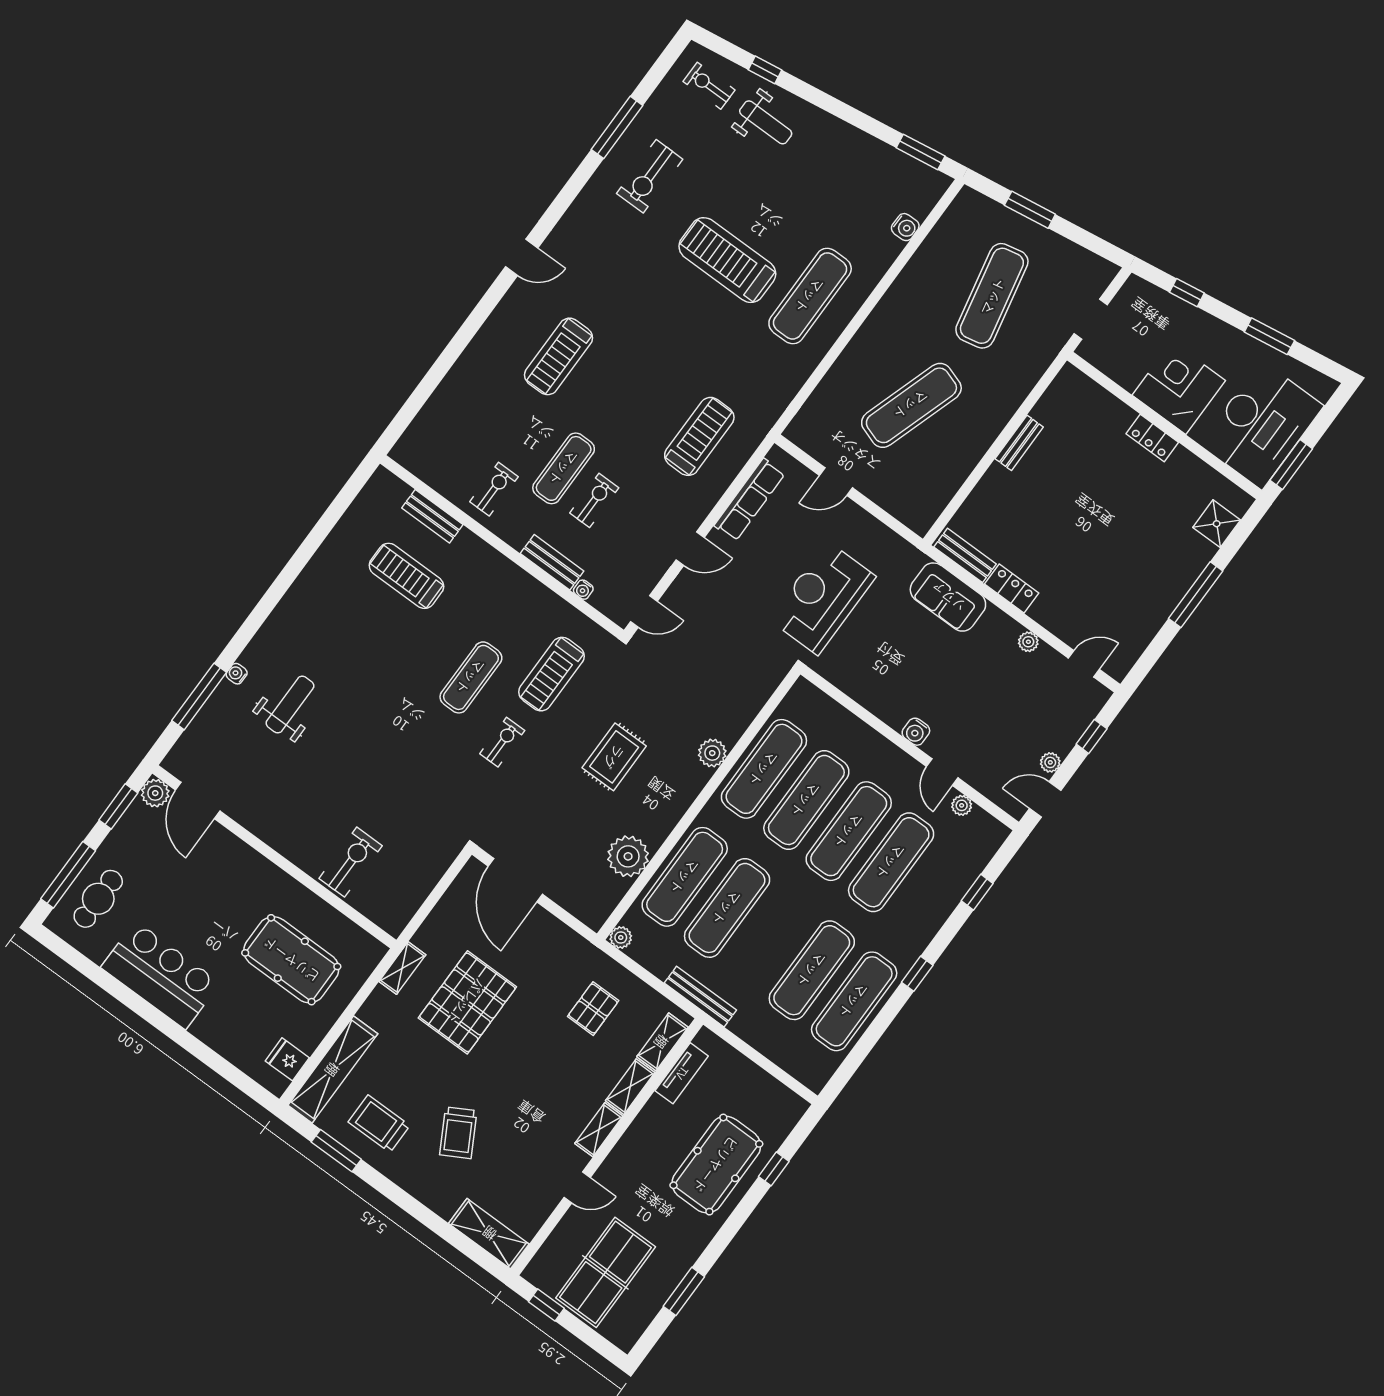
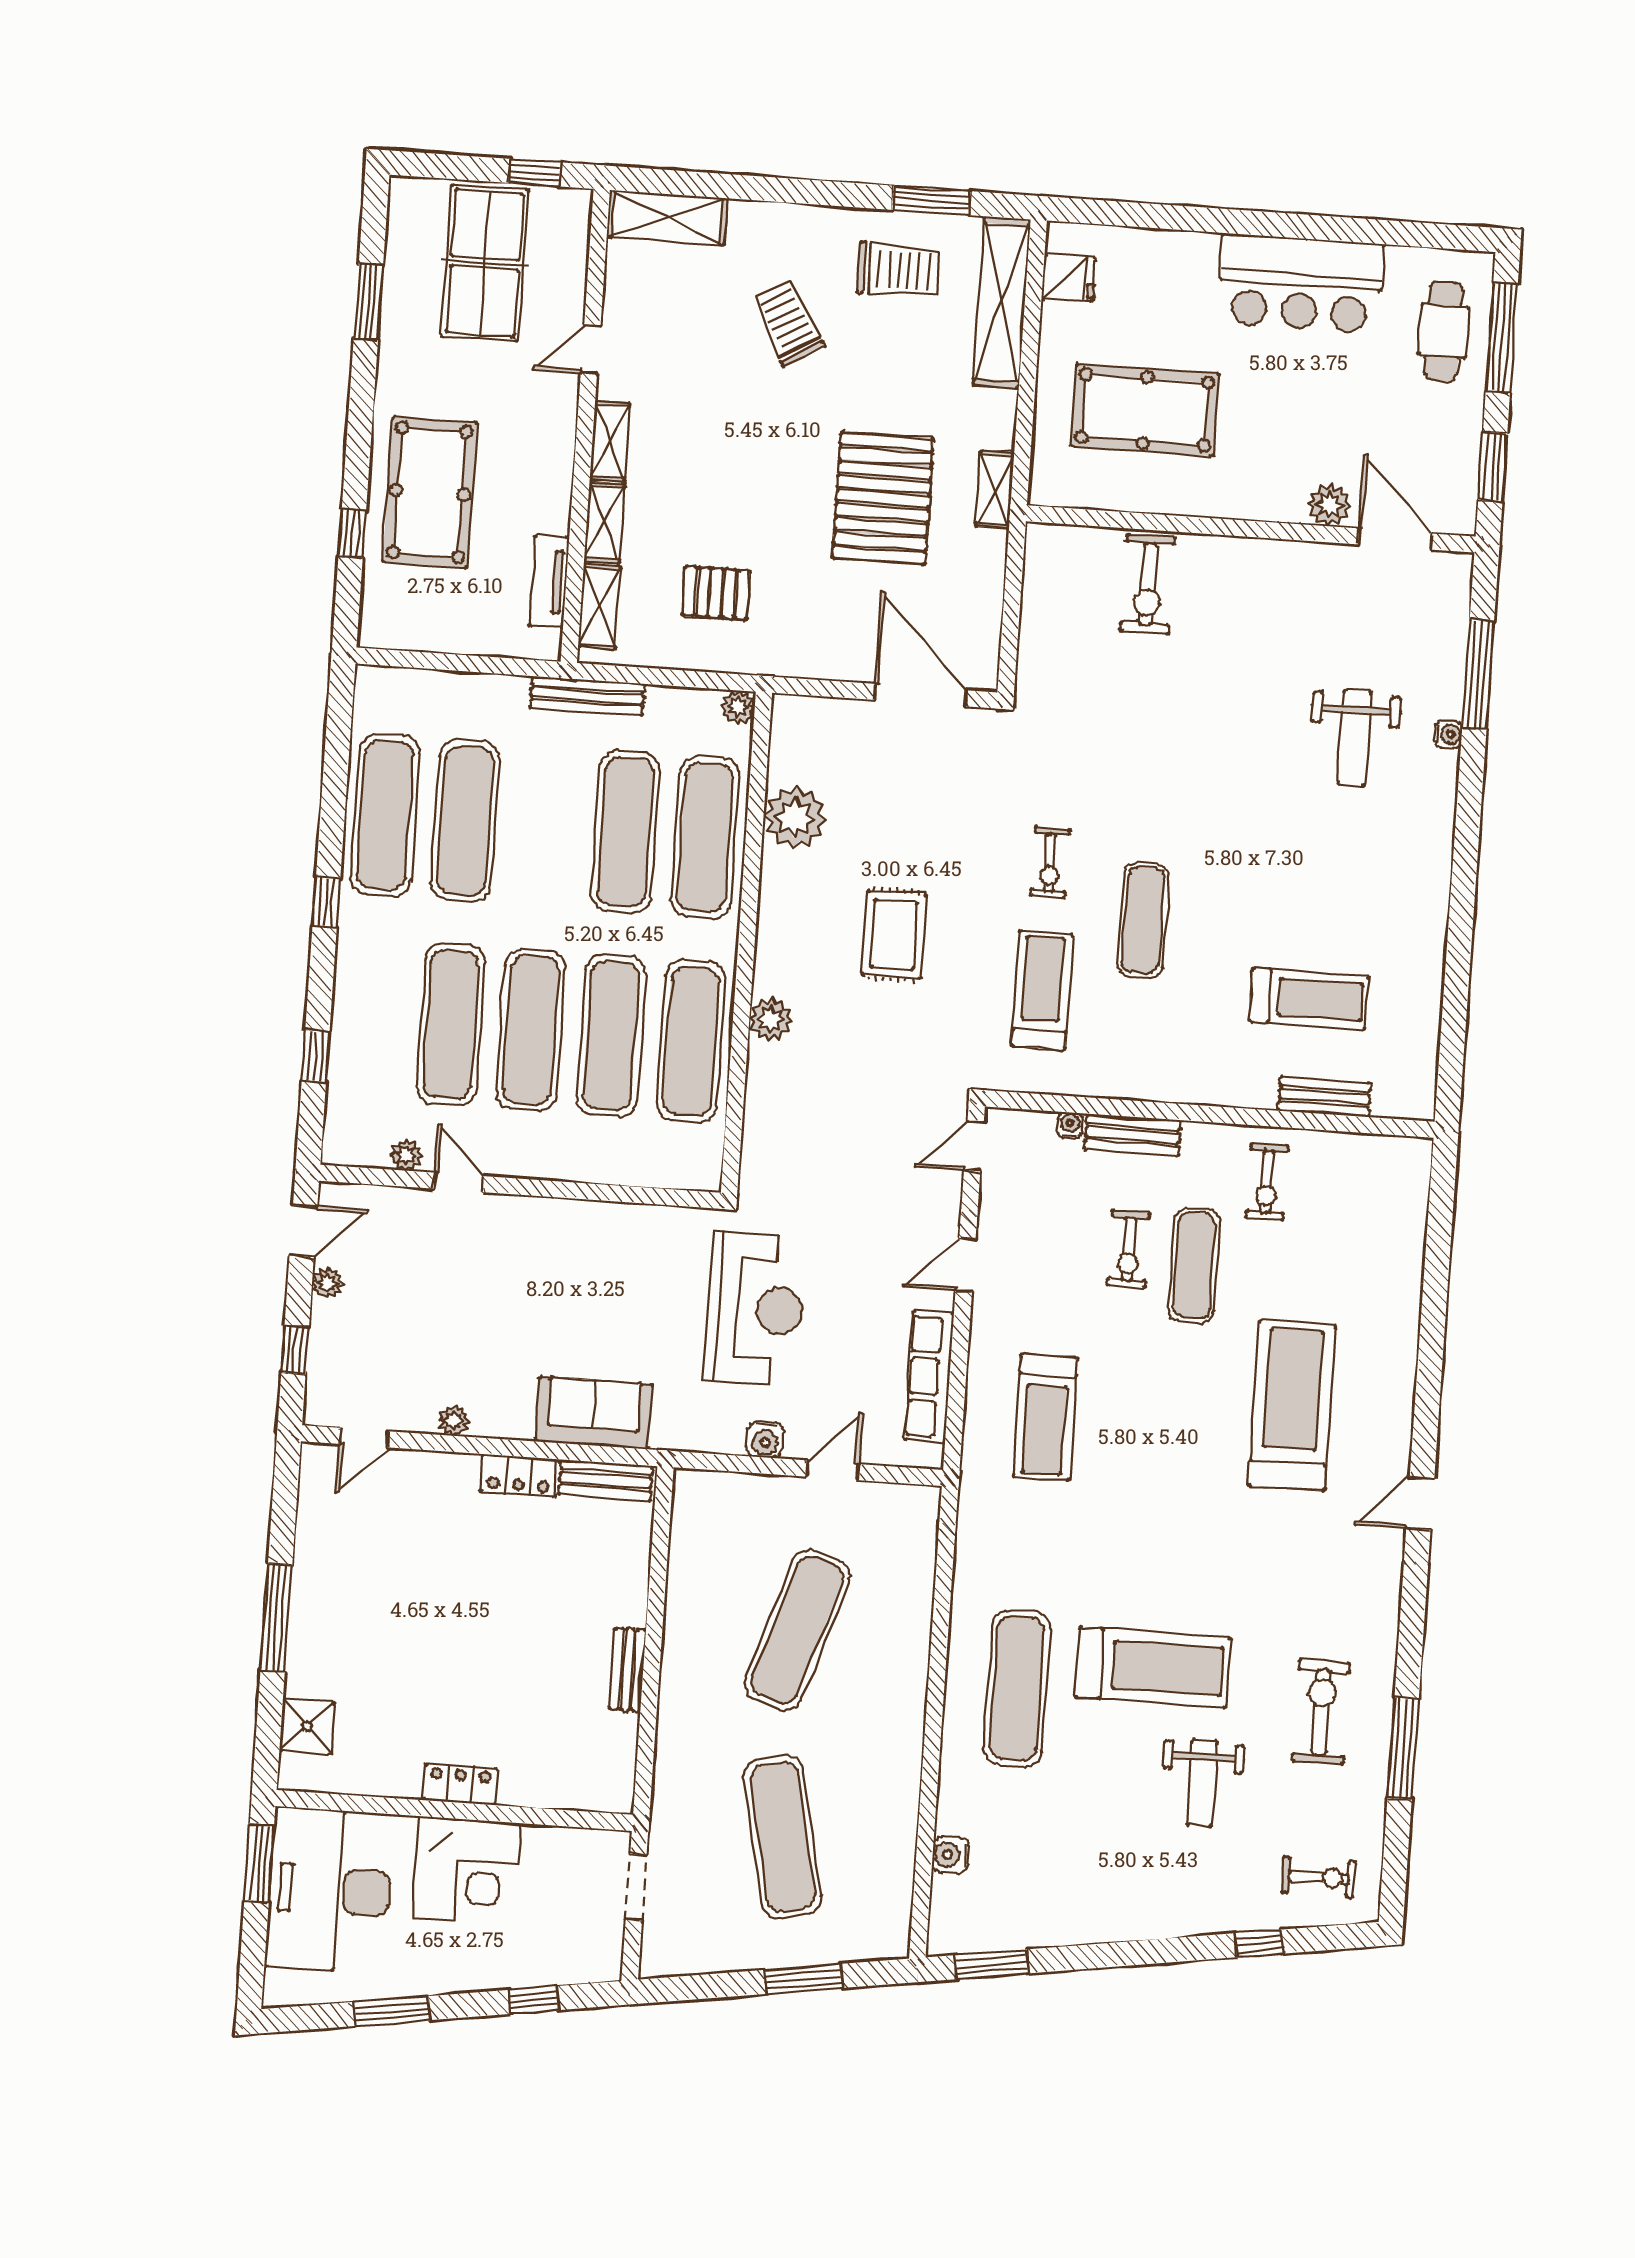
weight bench: (766, 122) -> (1202, 1783), moved, turned -90
treadmill: (559, 356) -> (1292, 1406), width x1.37, depth x1.38
water cooler: (916, 732) -> (765, 1440), moved, turned 180
plant: (155, 793) -> (1329, 505), moved
pallet: (593, 1009) -> (716, 593), turned 90

